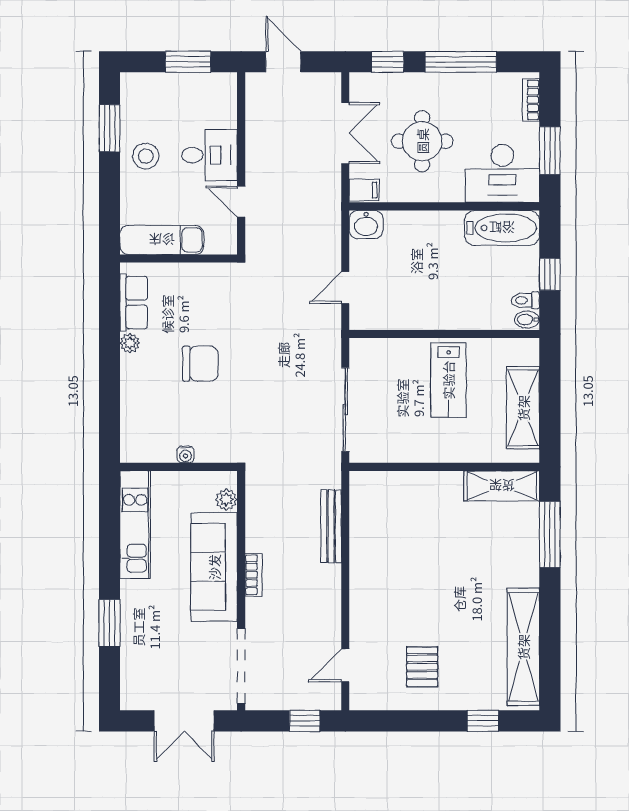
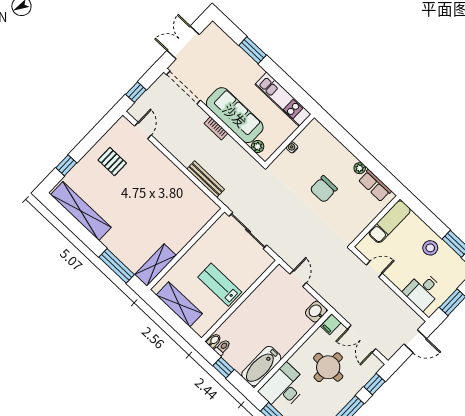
desk: (209, 155) -> (423, 291), moved

